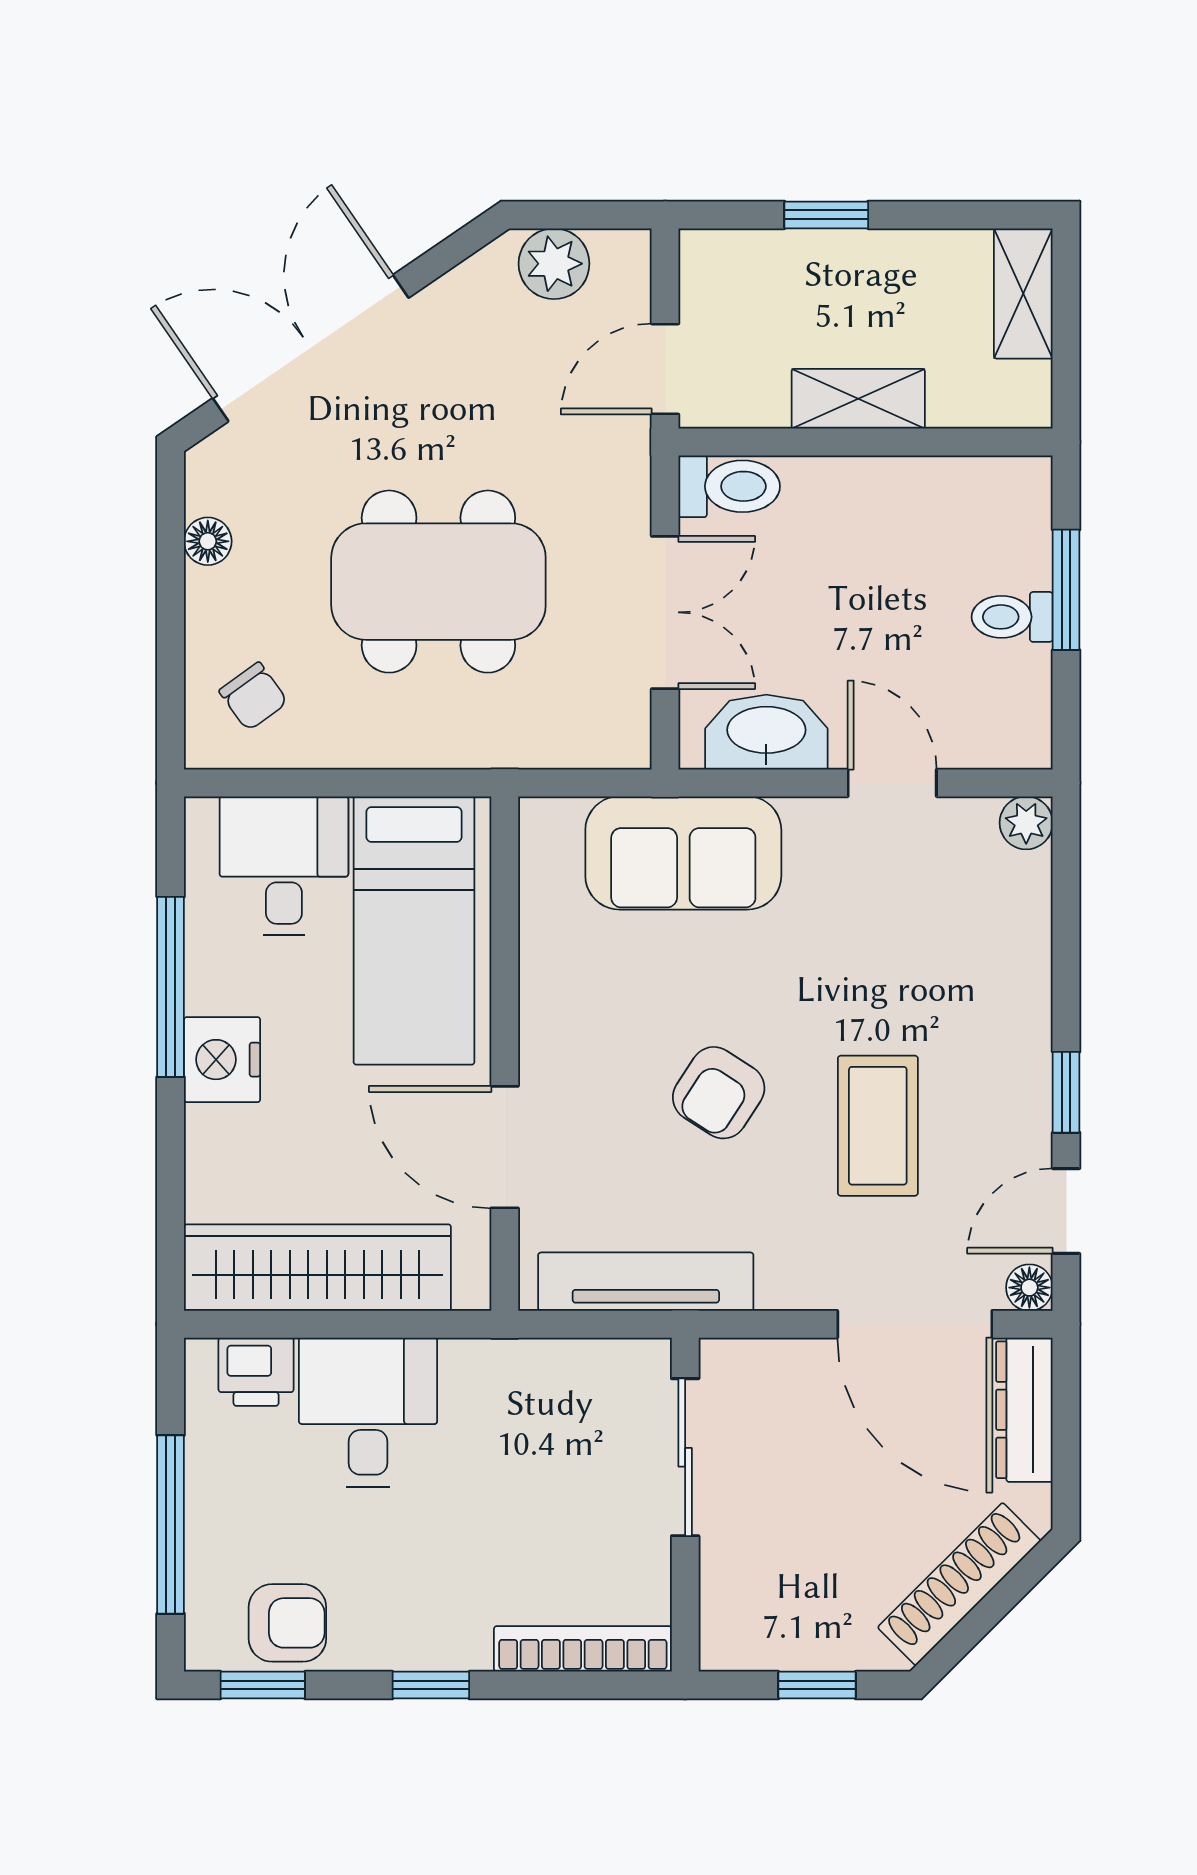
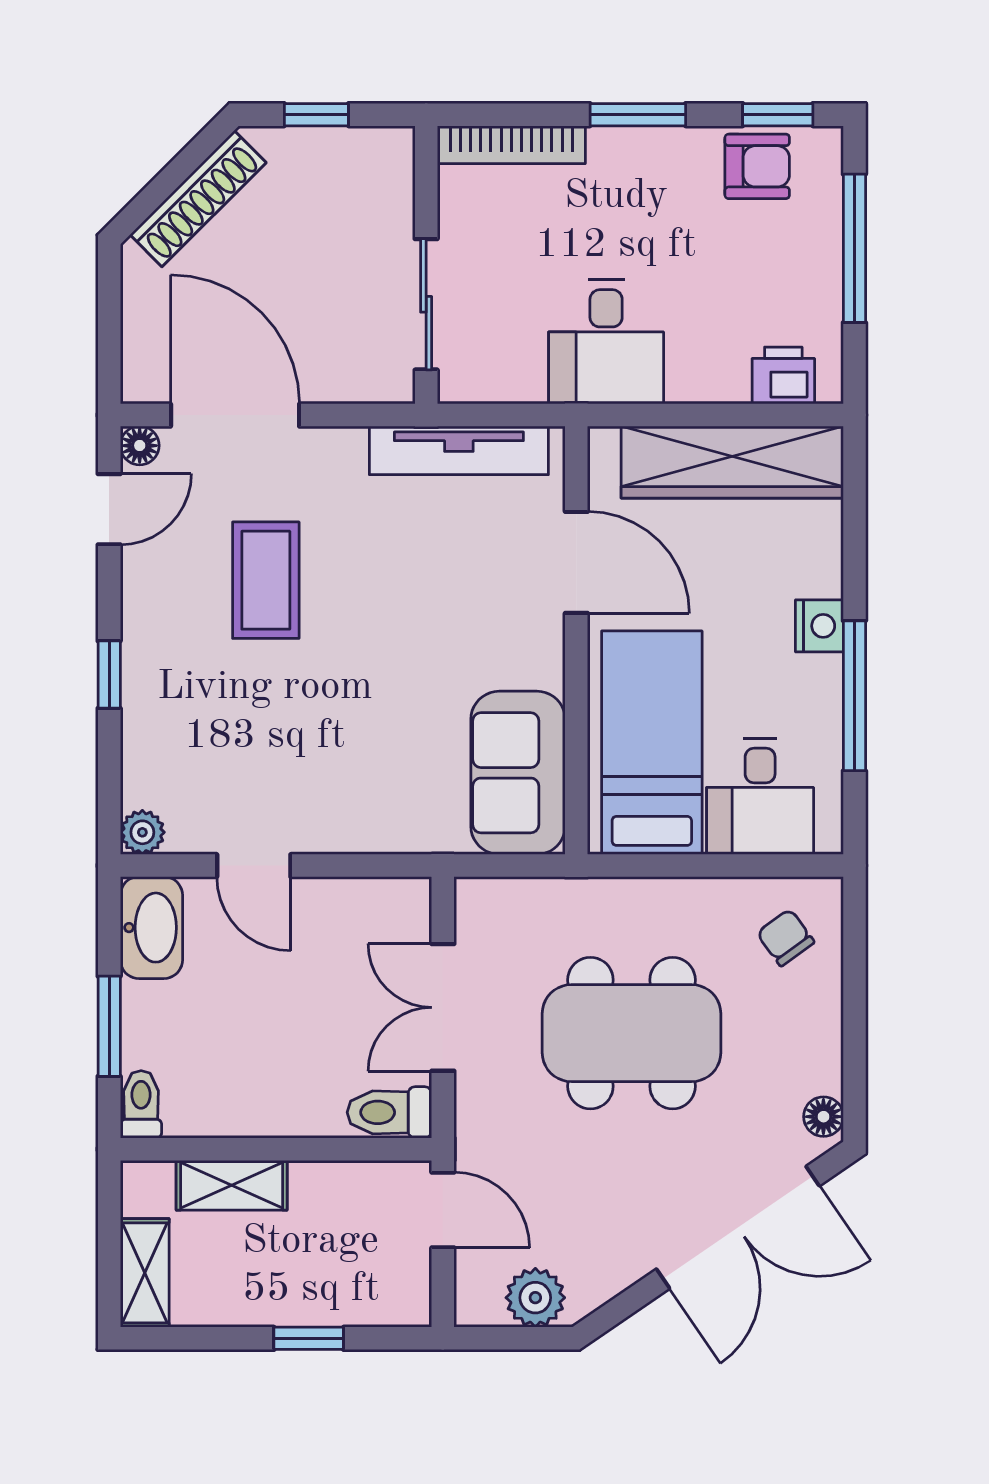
door: (665, 369) -> (443, 1210), hinge flipped
shelving: (858, 399) -> (232, 1185), moved
floor lamp: (208, 541) -> (823, 1117), moved
toilet: (1012, 617) -> (141, 1104), moved, turned -90
washbasin: (766, 732) -> (151, 928), moved, turned -90
sofa: (683, 853) -> (518, 773), moved, turned -90
nightstand: (222, 1060) -> (819, 626), width x0.74, depth x0.75
window: (1066, 1092) -> (109, 675), moved
armchair: (719, 1093) -> (398, 608), removed
dresser: (1024, 1410) -> (144, 344), removed
desk: (368, 1412) -> (606, 342), moved
armchair: (287, 1623) -> (757, 166), turned 180
window: (431, 1685) -> (638, 115), width x1.50

